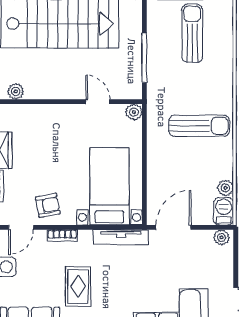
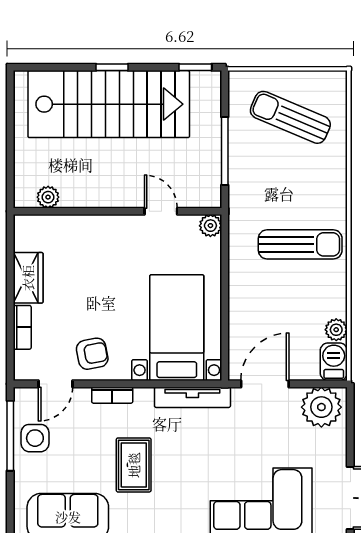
sun lounger: (192, 33) -> (290, 117), turned -67
plant: (221, 237) -> (321, 407), width x1.87, depth x1.87

